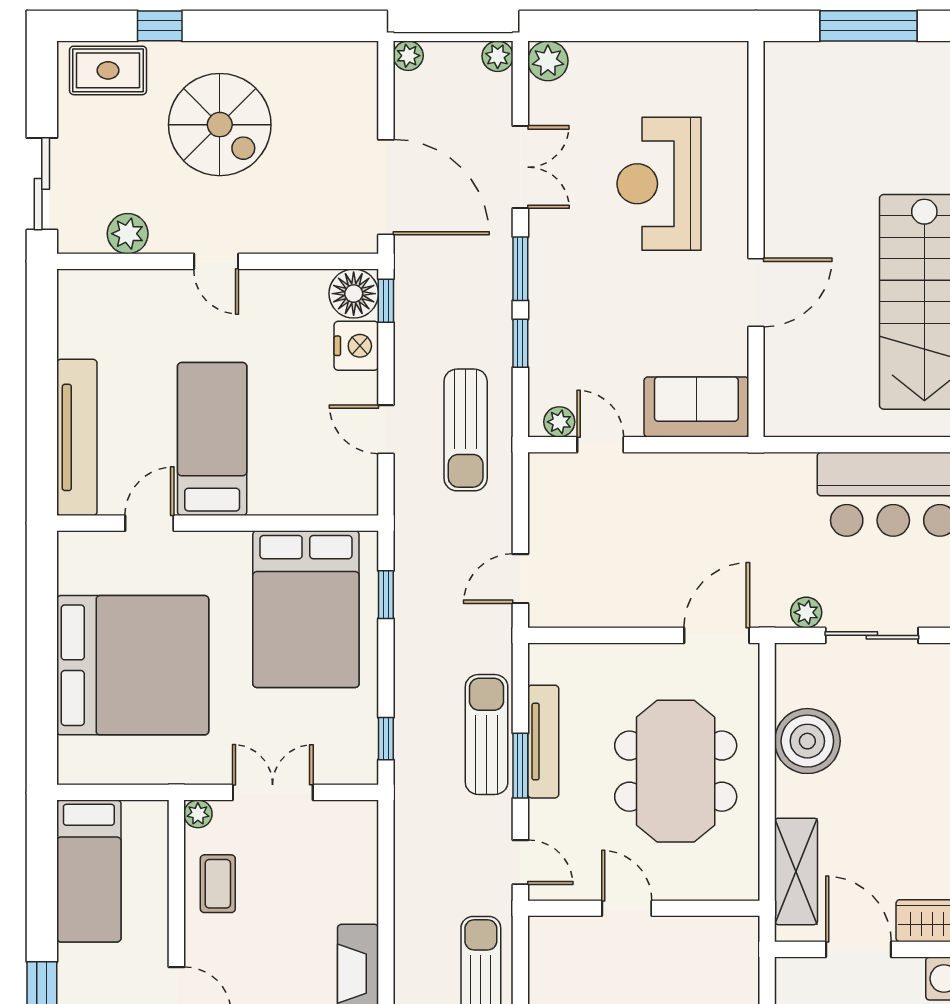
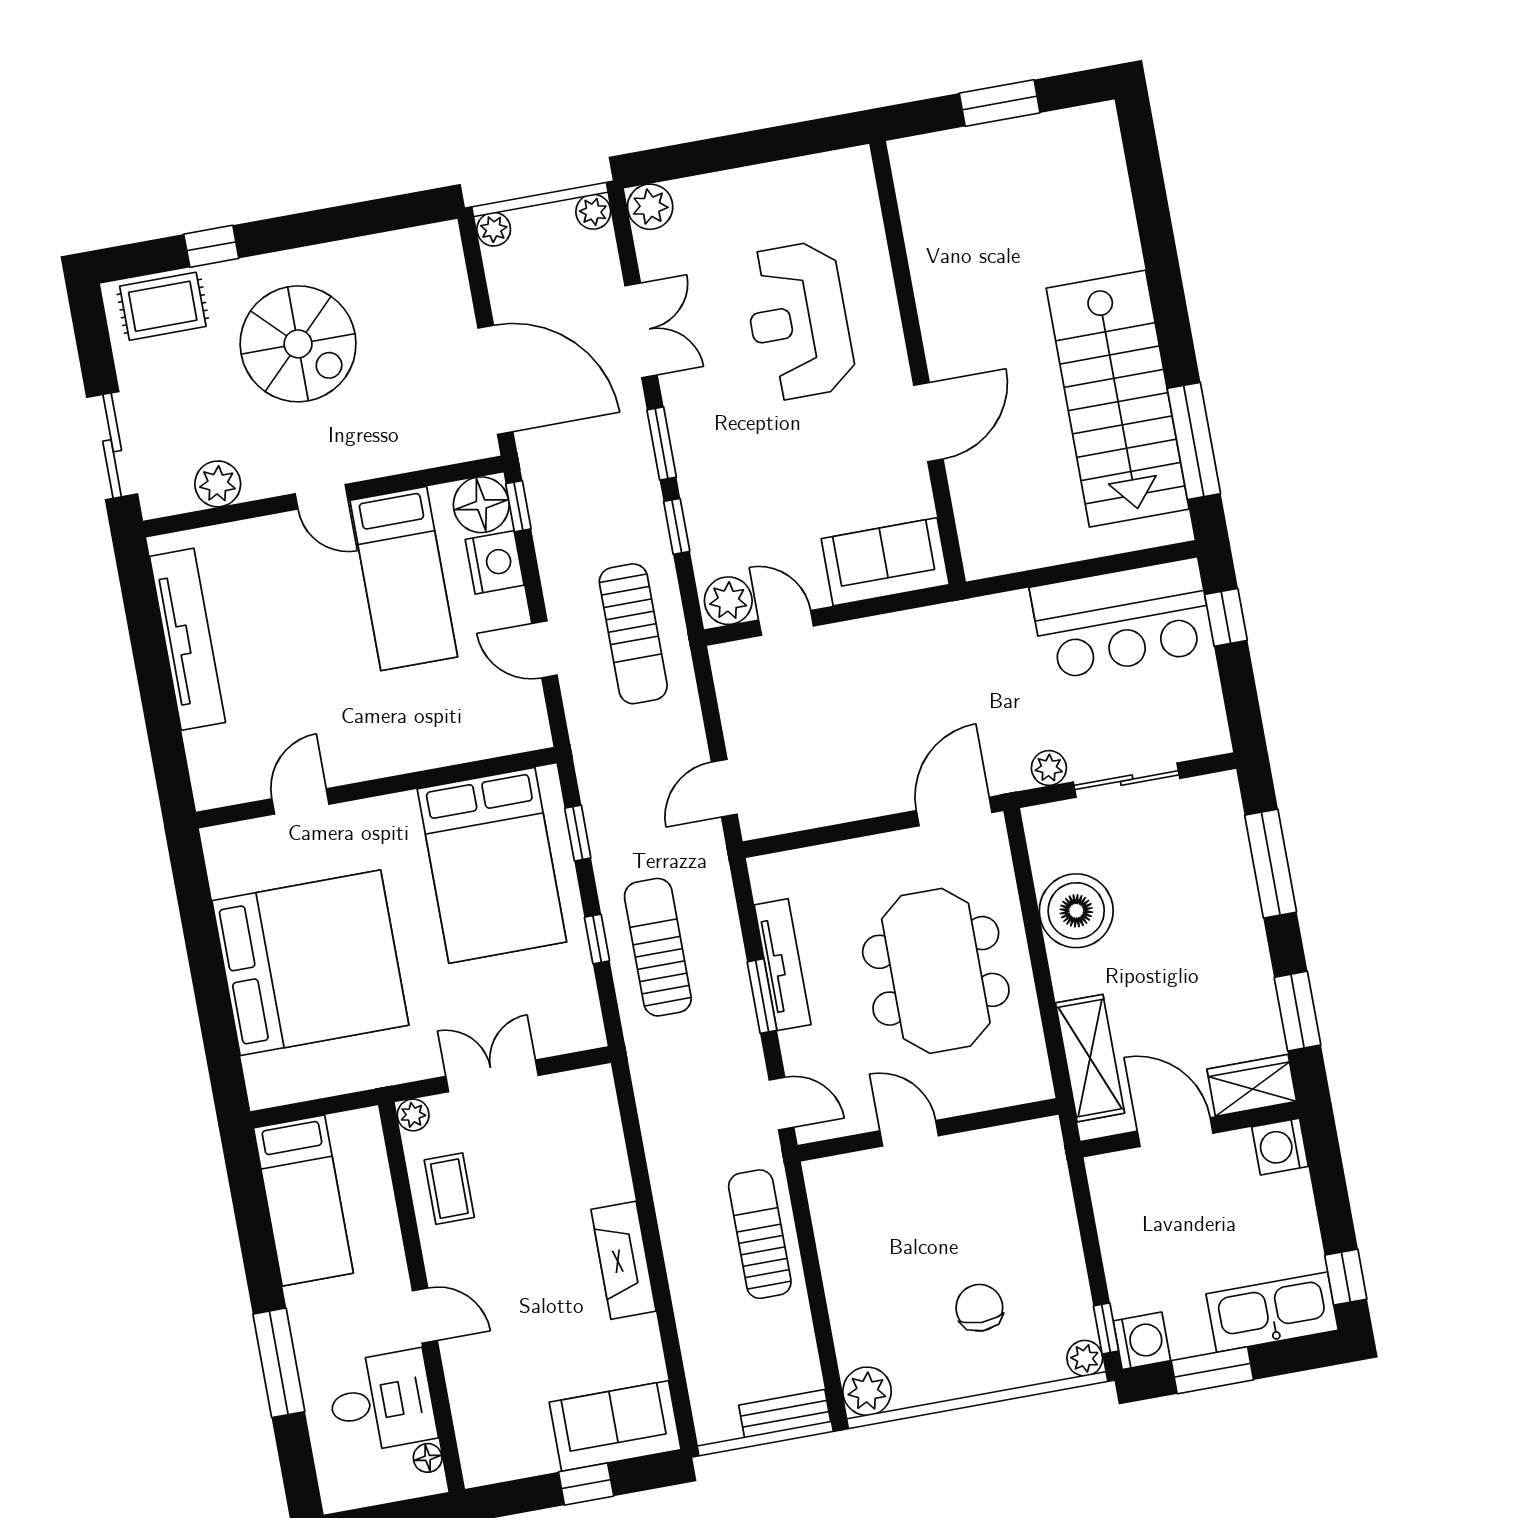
window: (868, 26) -> (1000, 103), width x0.69
plant: (559, 422) -> (728, 601), width x1.38, depth x1.38
tv unit: (77, 437) -> (188, 639), moved
bed: (212, 439) -> (404, 579), moved, turned 180
sun lounger: (487, 734) -> (658, 947), moved
window: (386, 739) -> (597, 939), moved

